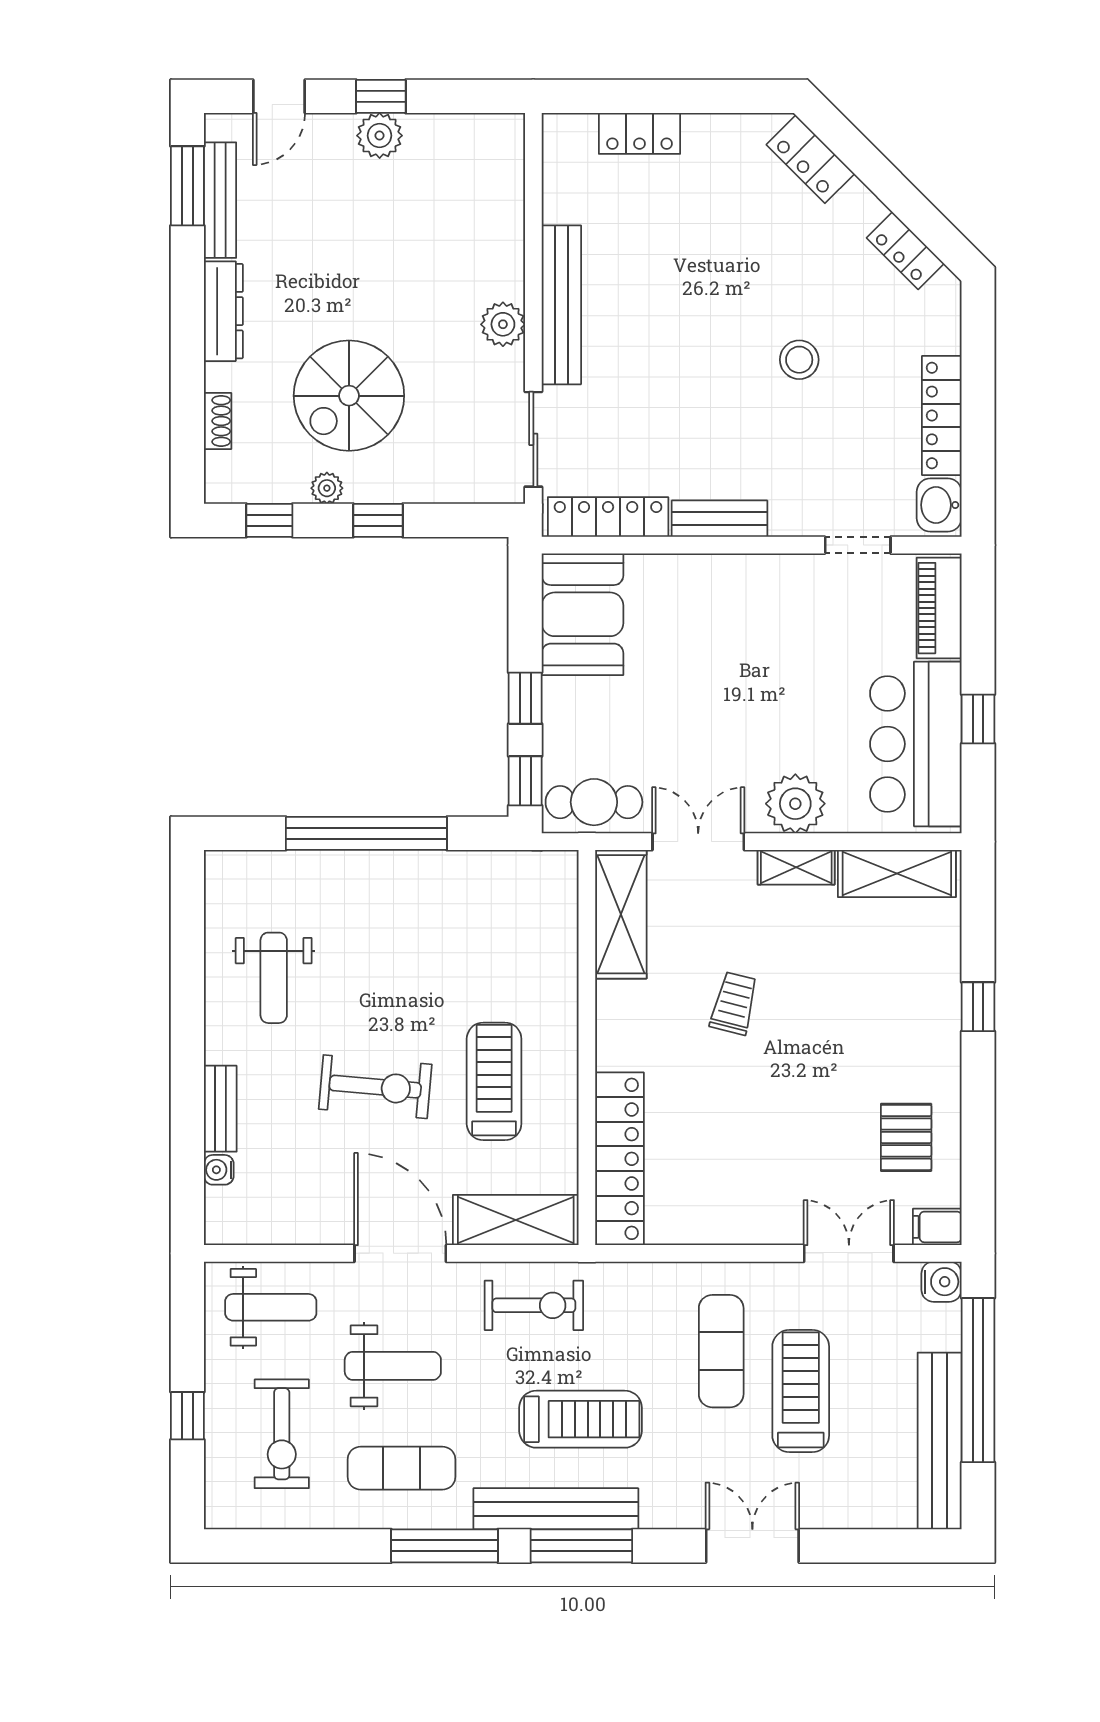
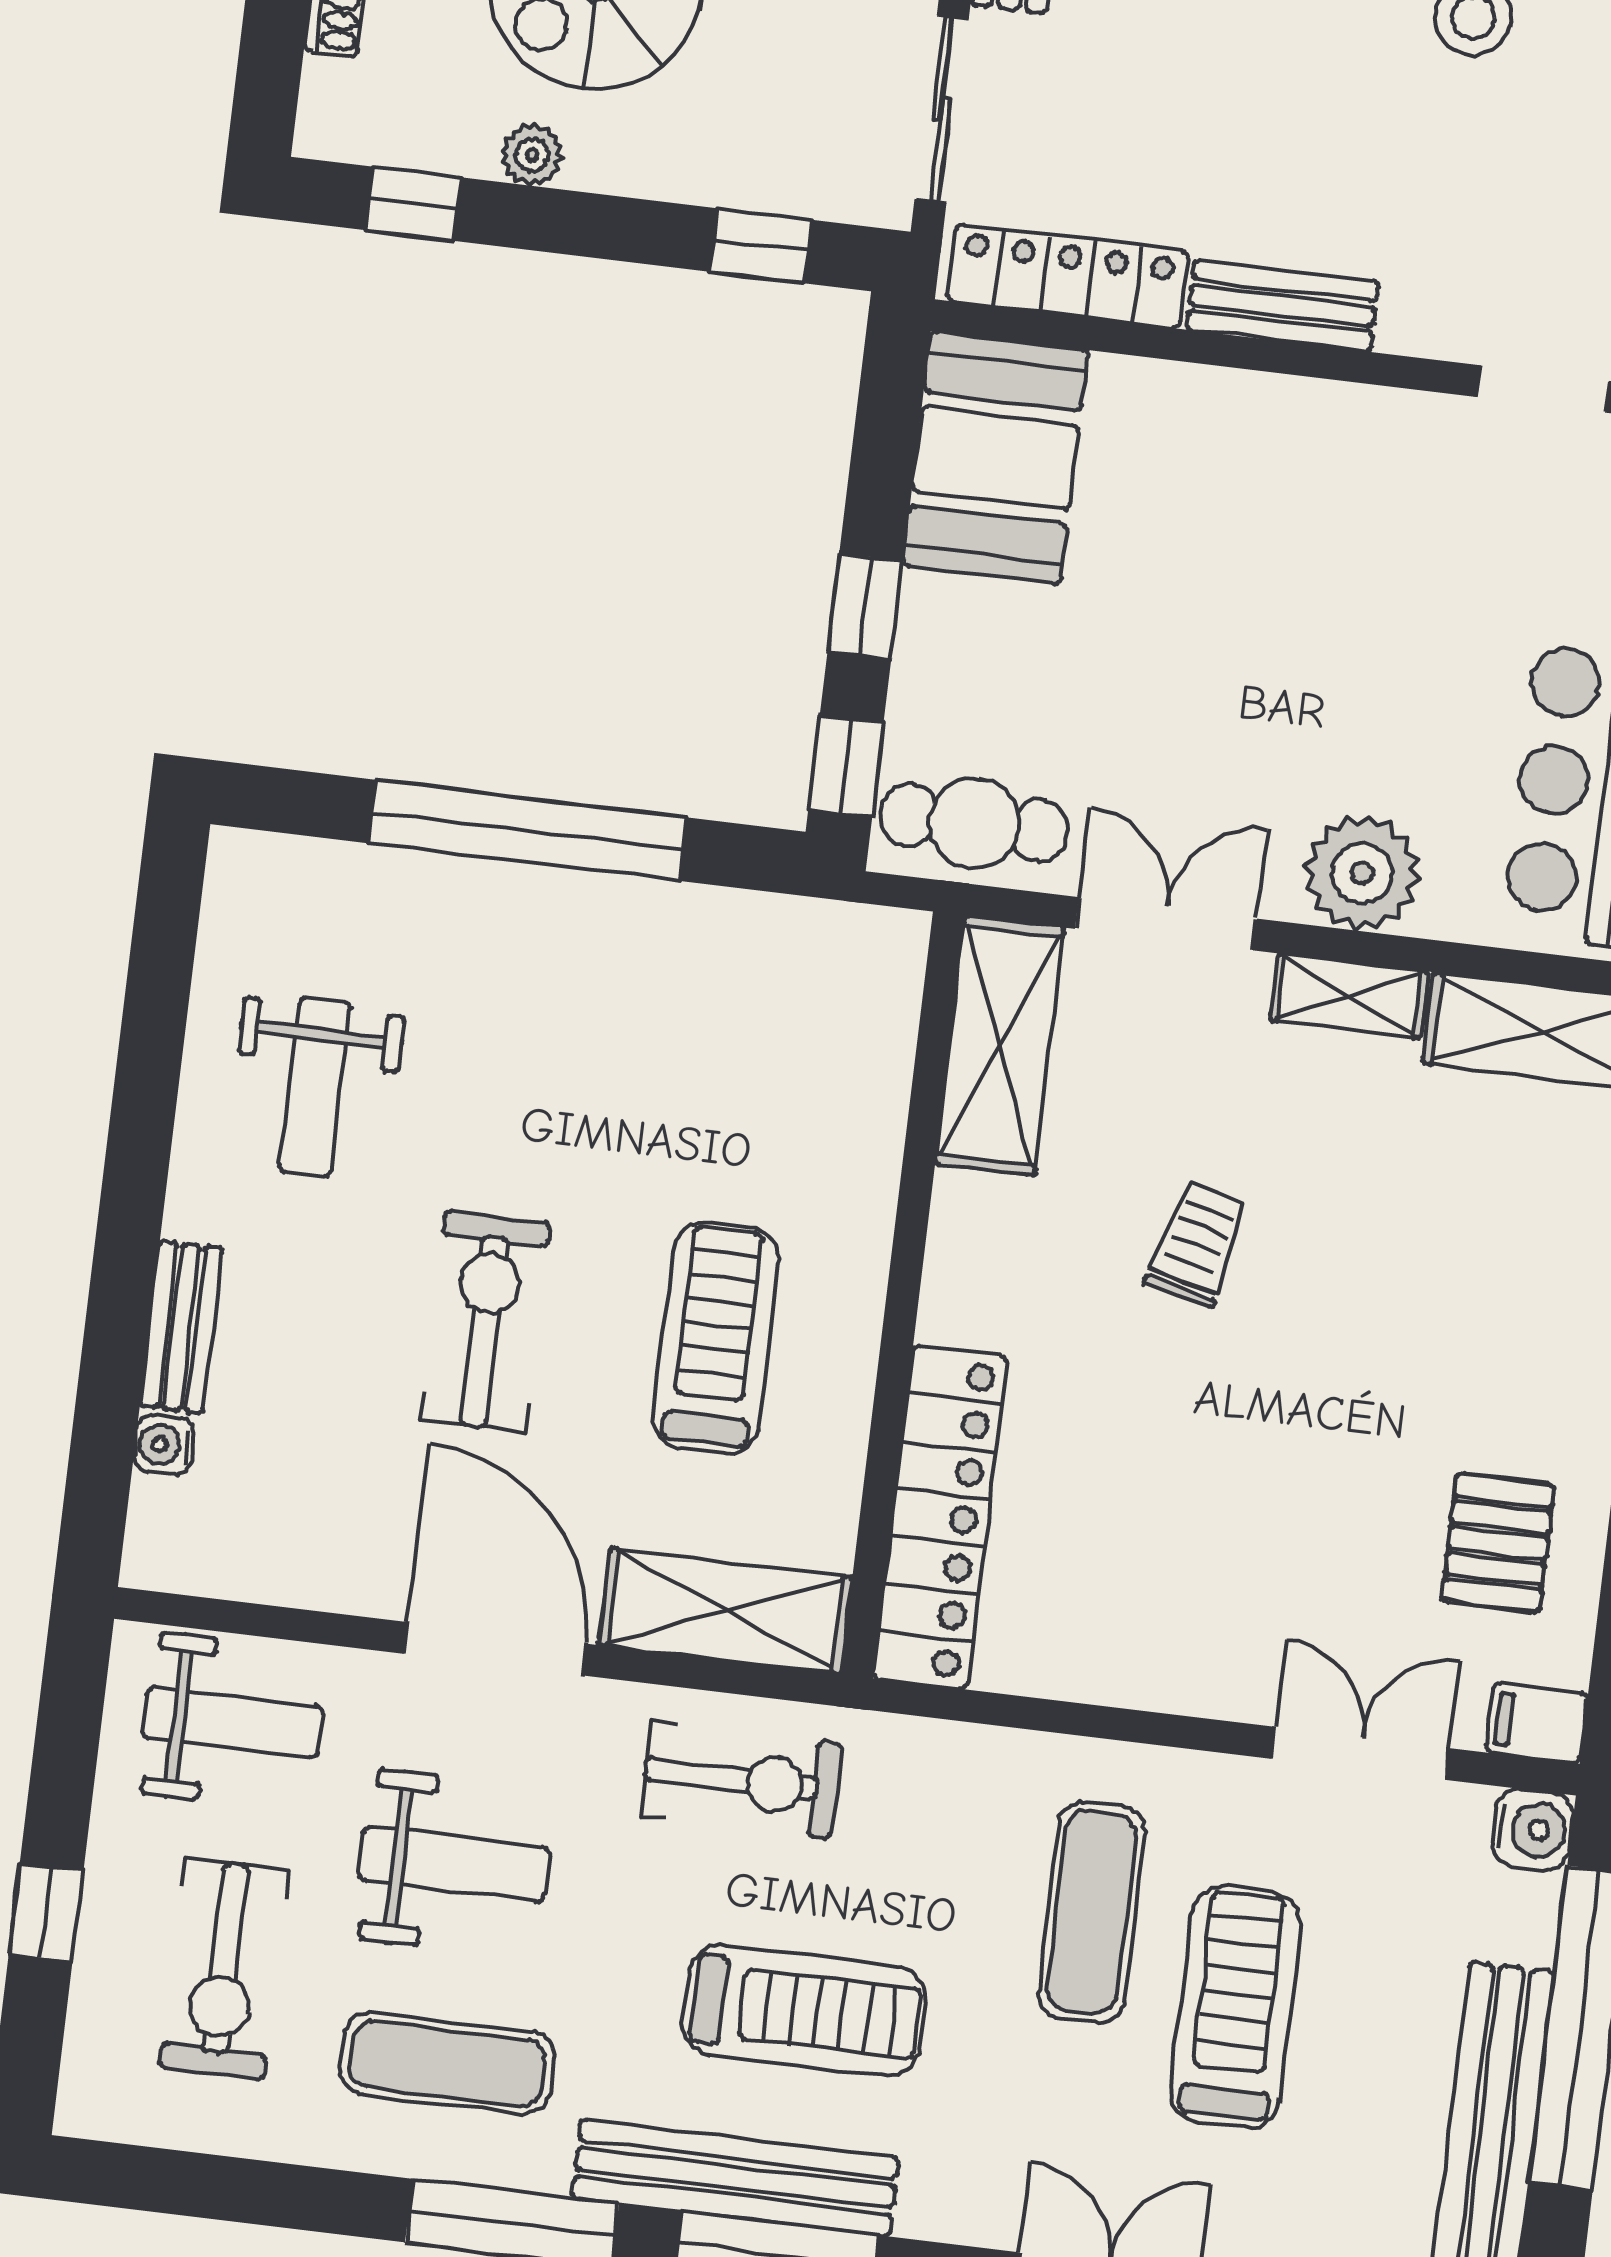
window: (378, 520) -> (761, 246), moved
exercise bike: (375, 1087) -> (485, 1321), turned -95

